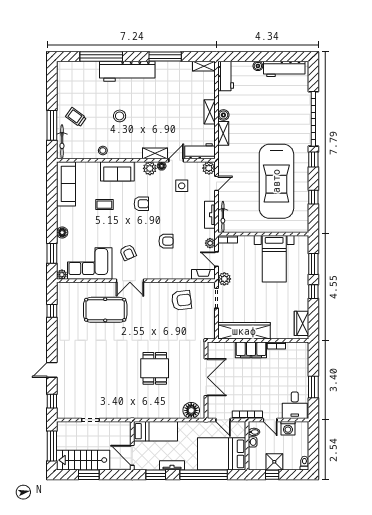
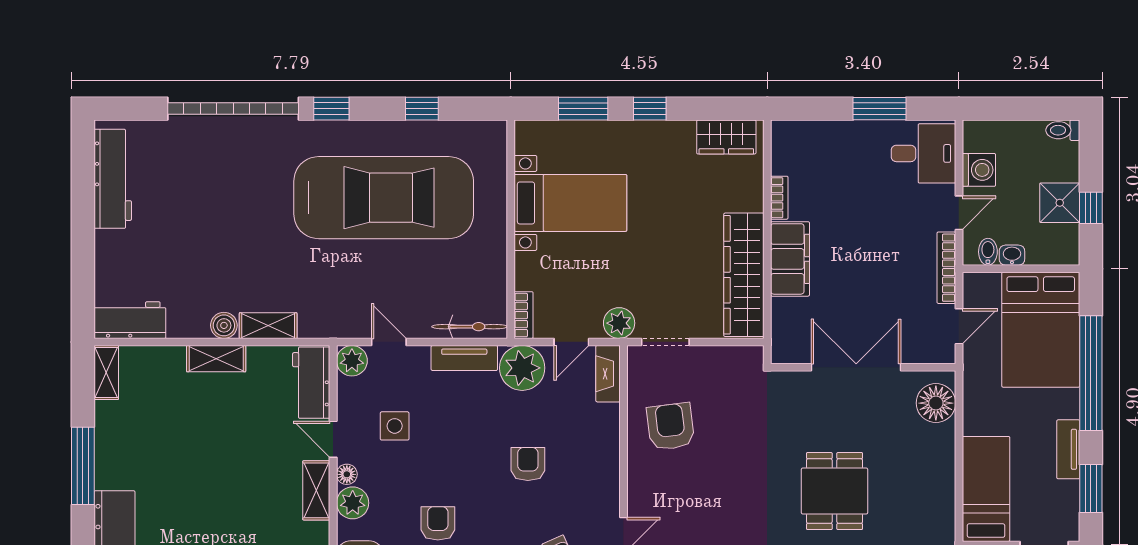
boiler: (258, 66) -> (106, 242), removed
plant: (210, 243) -> (522, 368), width x1.87, depth x1.87
dining table: (155, 368) -> (835, 491), turned 90

